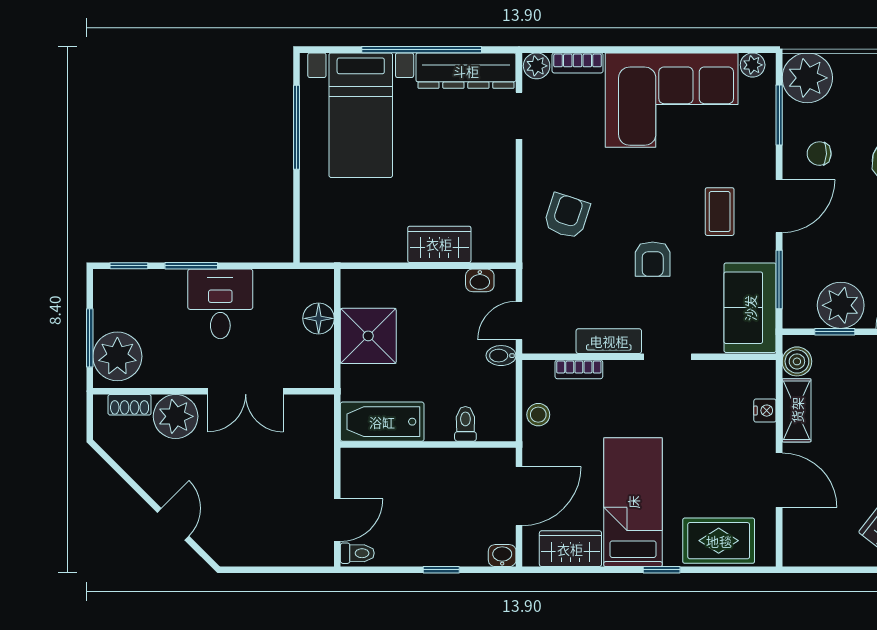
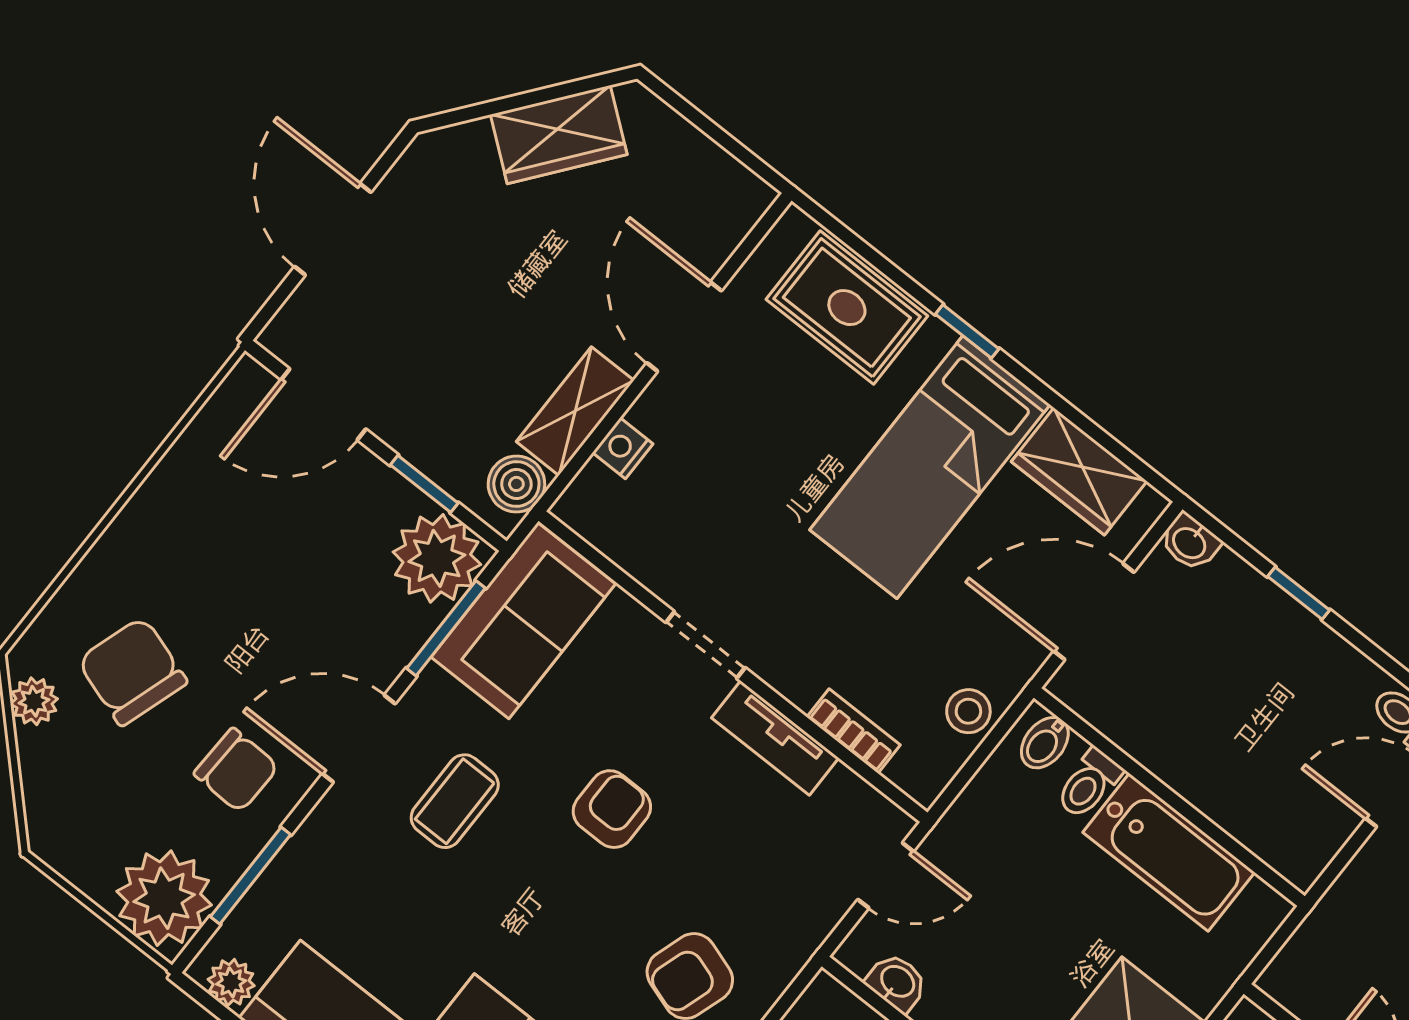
chair: (819, 154) -> (236, 770), width x1.37, depth x1.37
plant: (841, 305) -> (437, 558), moved
bidet: (501, 356) -> (1045, 743), moved, turned 90
bathtub: (382, 422) -> (1169, 852), moved

